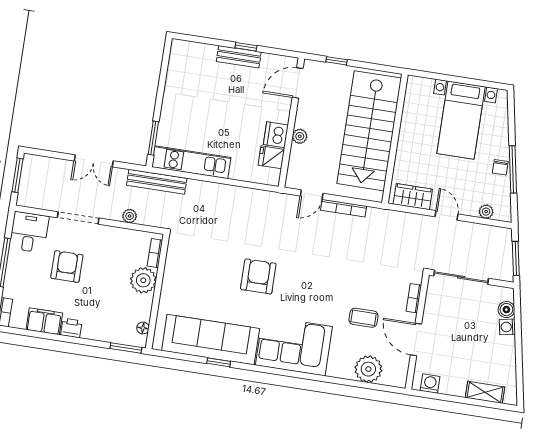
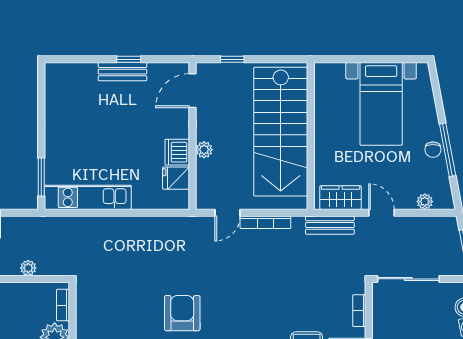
bench: (157, 182) -> (330, 225), moved, width x0.73

